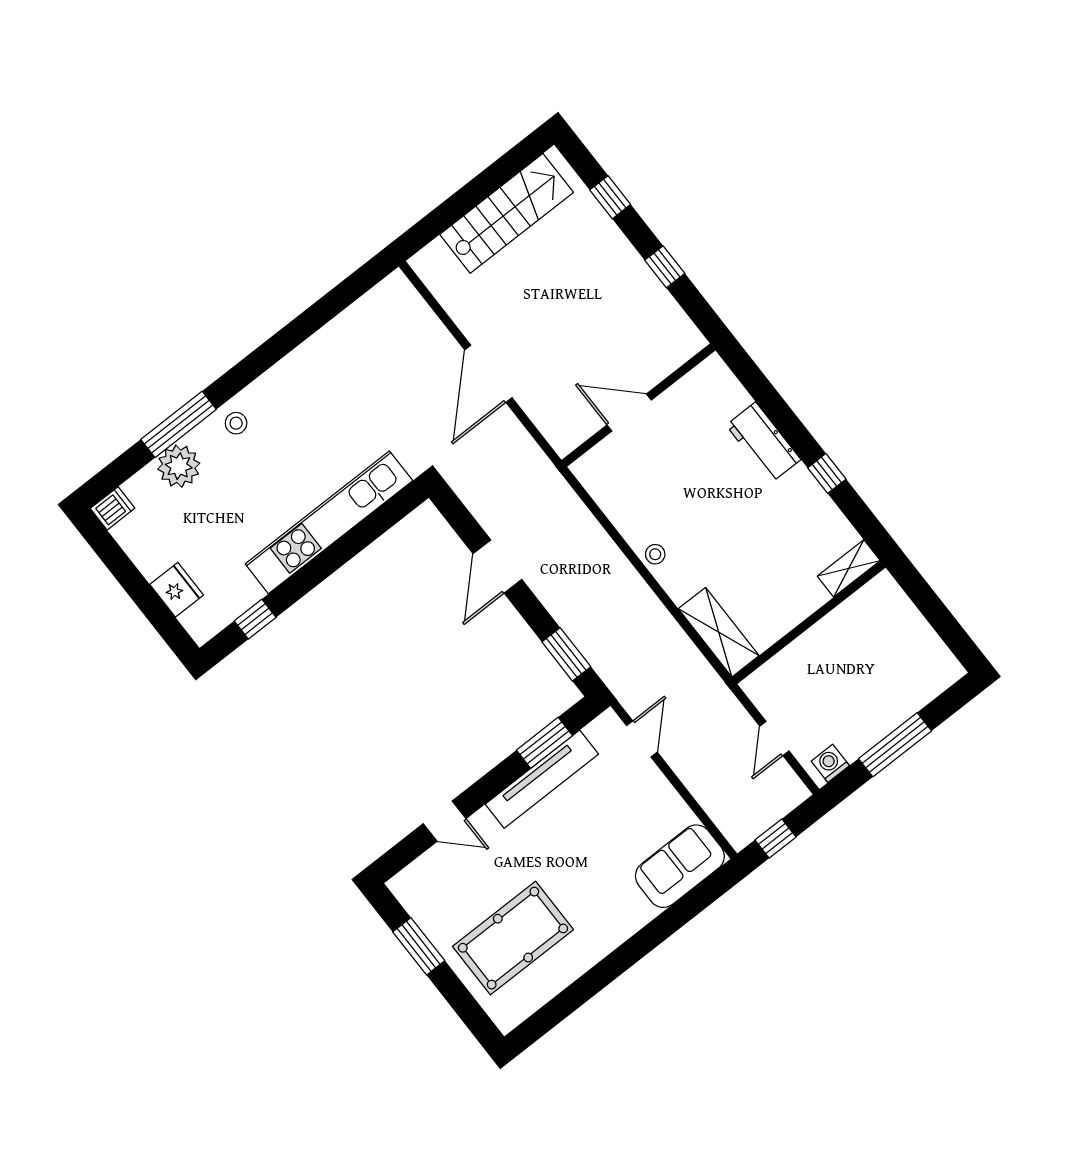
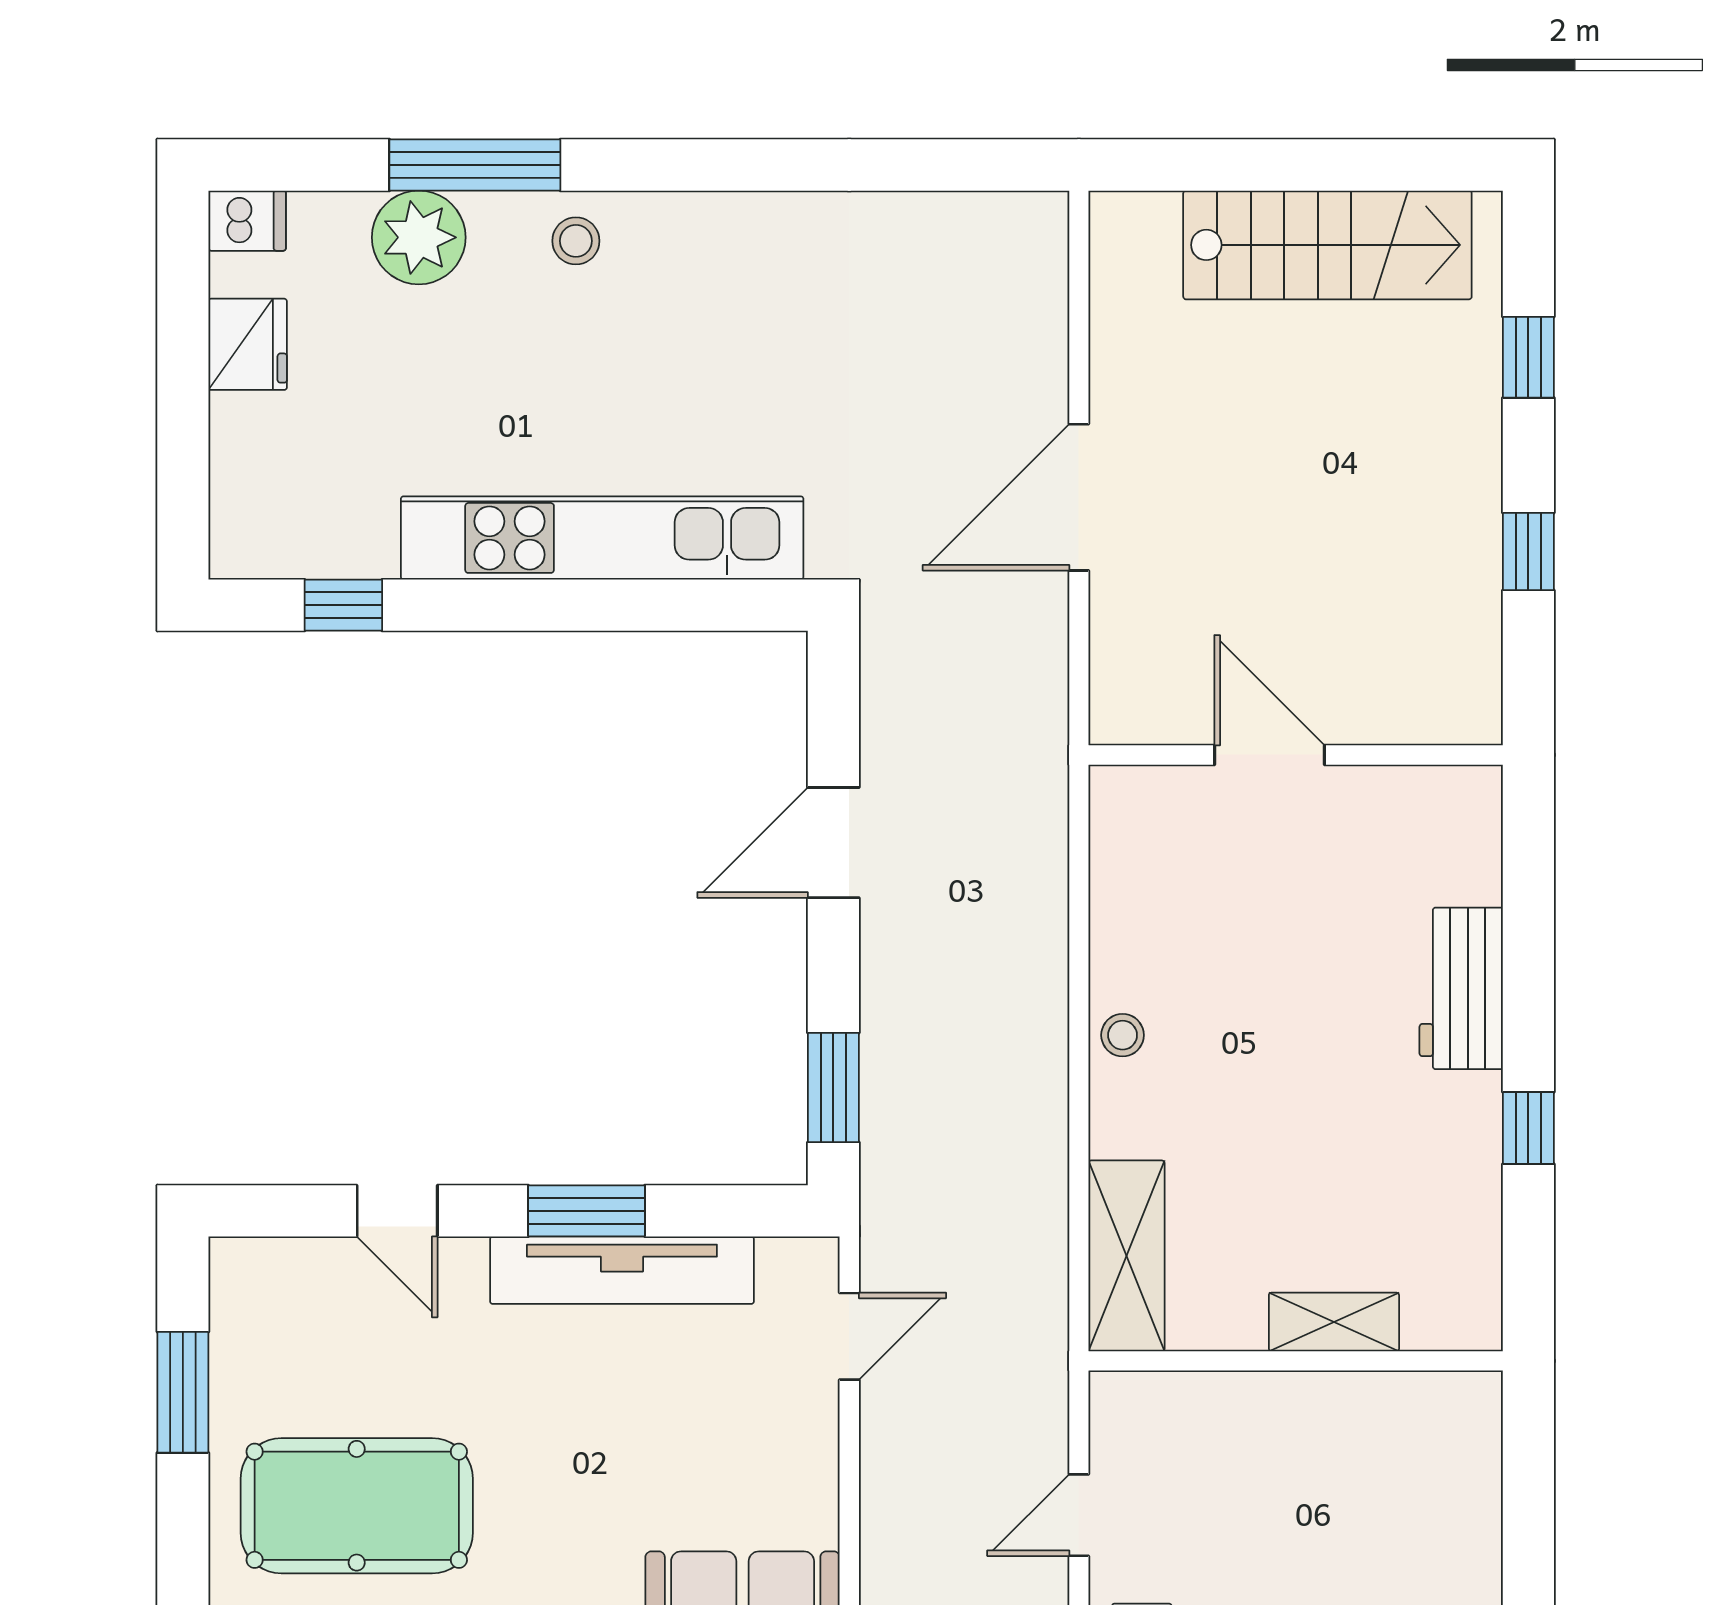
shelving: (849, 568) -> (1334, 1322), moved
fridge: (177, 590) -> (248, 344), moved
window: (544, 743) -> (586, 1211), moved

